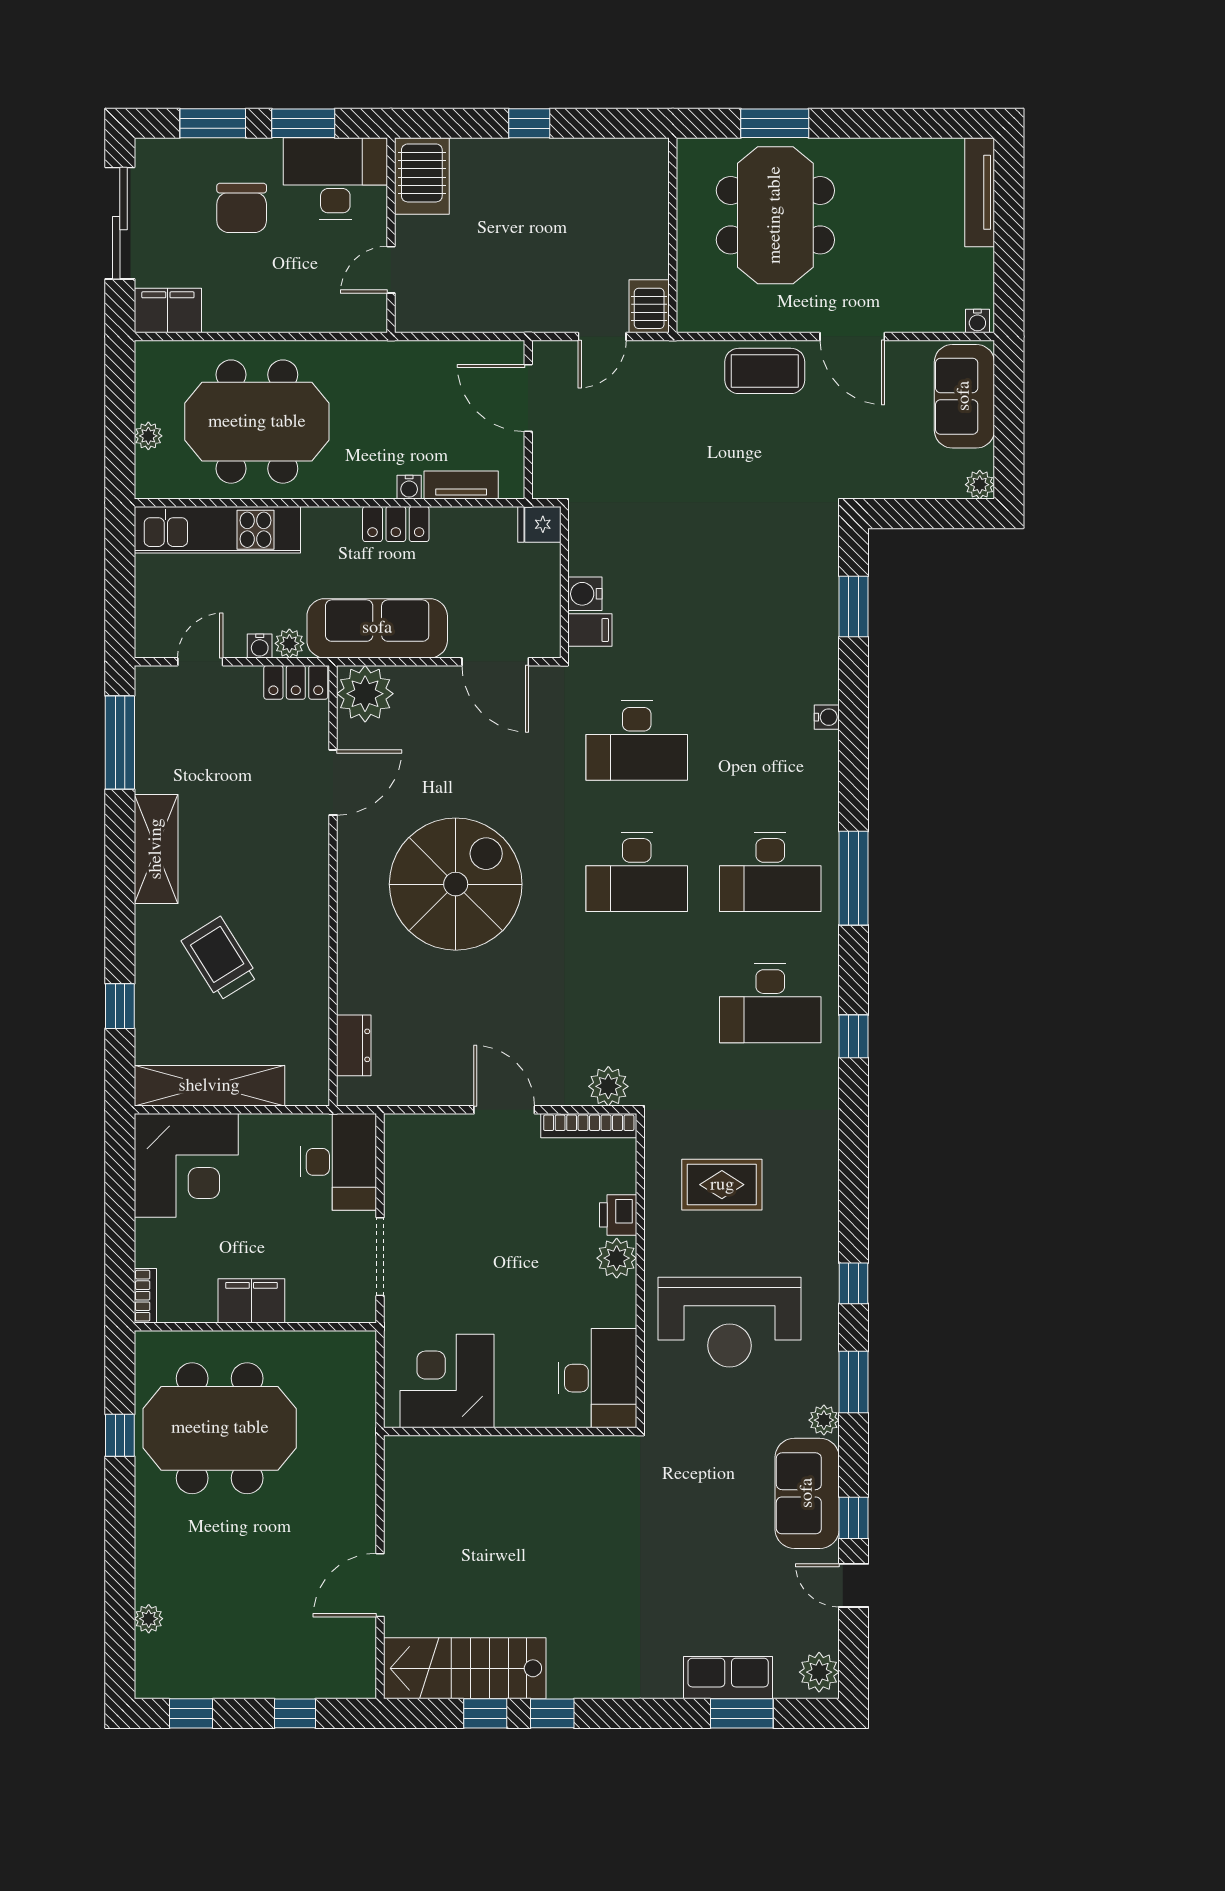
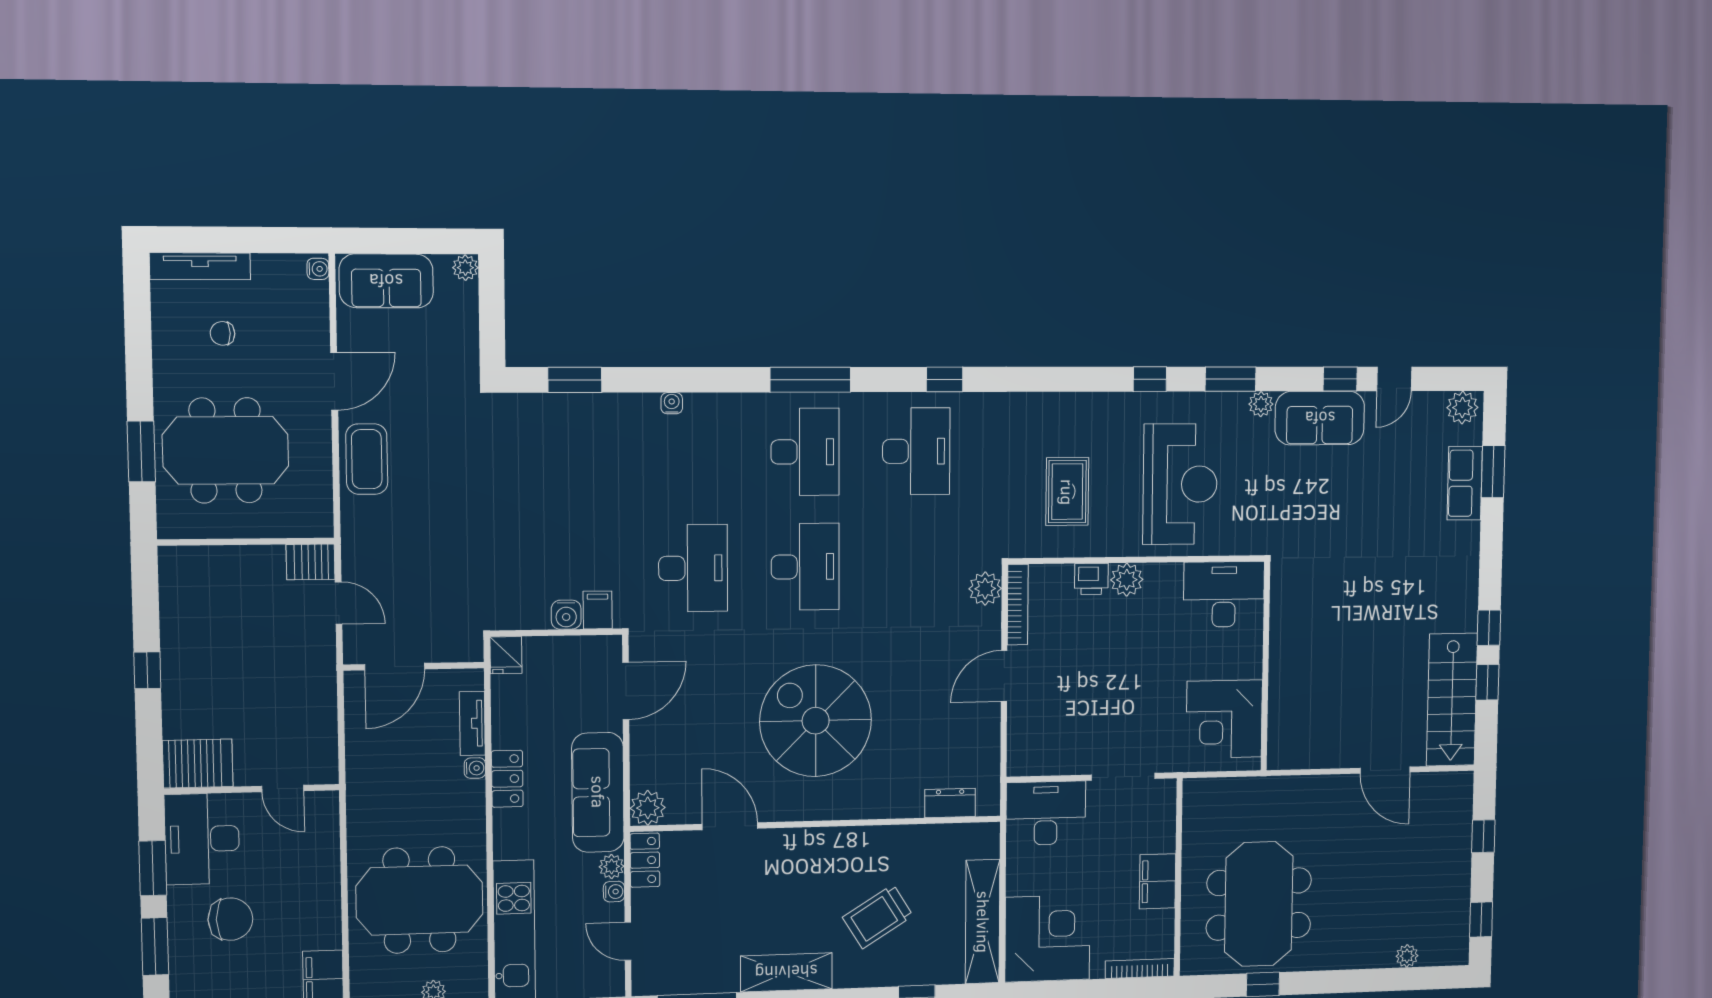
chair: (906, 215) -> (223, 333), added
meeting table: (257, 422) -> (419, 900), turned 90
plant: (365, 694) -> (648, 808), width x0.73, depth x0.73
bookcase: (145, 1296) -> (1140, 968), width x1.56

